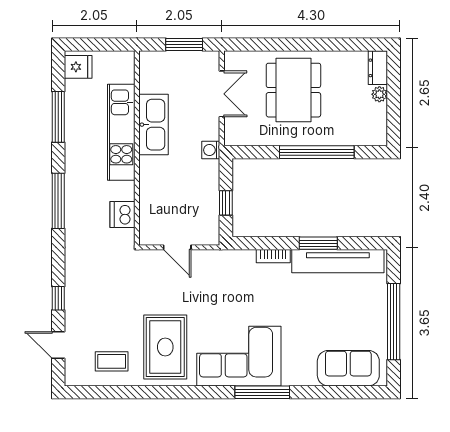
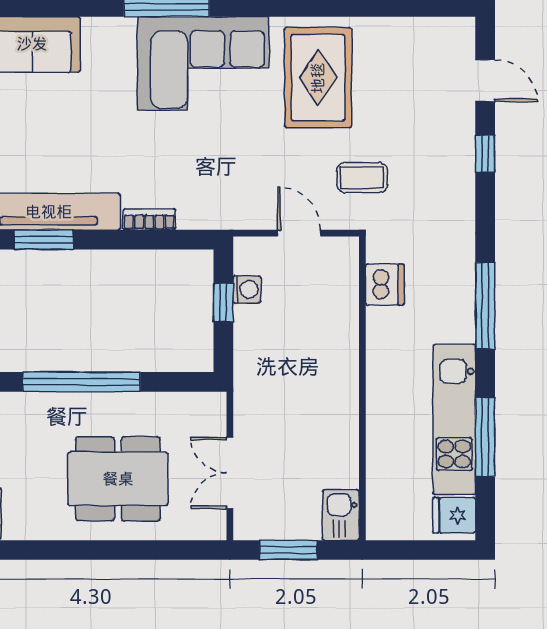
dining table: (293, 90) -> (118, 479), turned 90
kitchen sink: (154, 125) -> (341, 515), moved, width x0.53, depth x0.81
kitchen unit: (121, 132) -> (454, 419), moved, turned 180
washing machine: (211, 150) -> (247, 289), moved
window: (318, 243) -> (44, 240), moved
coffee table: (112, 361) -> (362, 178), moved

